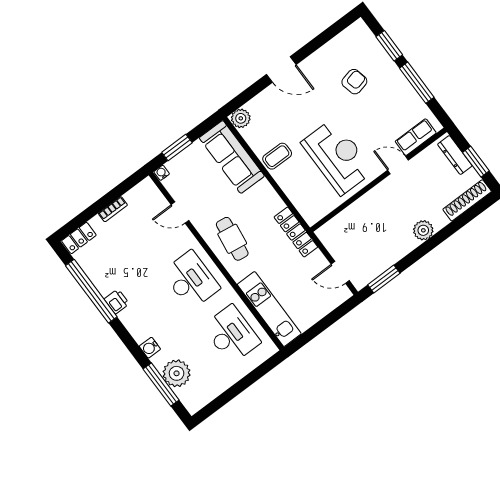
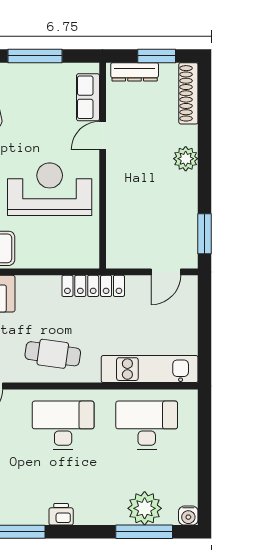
printer: (117, 301) -> (61, 514), moved
water cooler: (150, 348) -> (188, 516), moved

